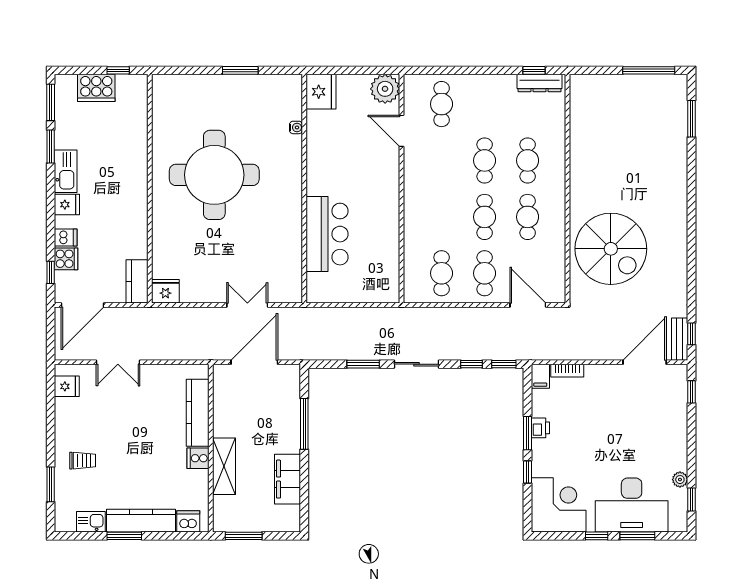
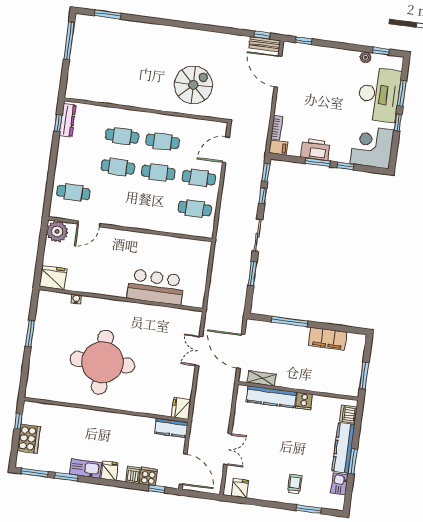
spiral stairs: (611, 249) -> (193, 85), width x0.73, depth x0.73
printer: (540, 428) -> (315, 149), width x1.87, depth x1.48
shelving: (224, 466) -> (262, 378), moved, width x0.67, depth x0.75

